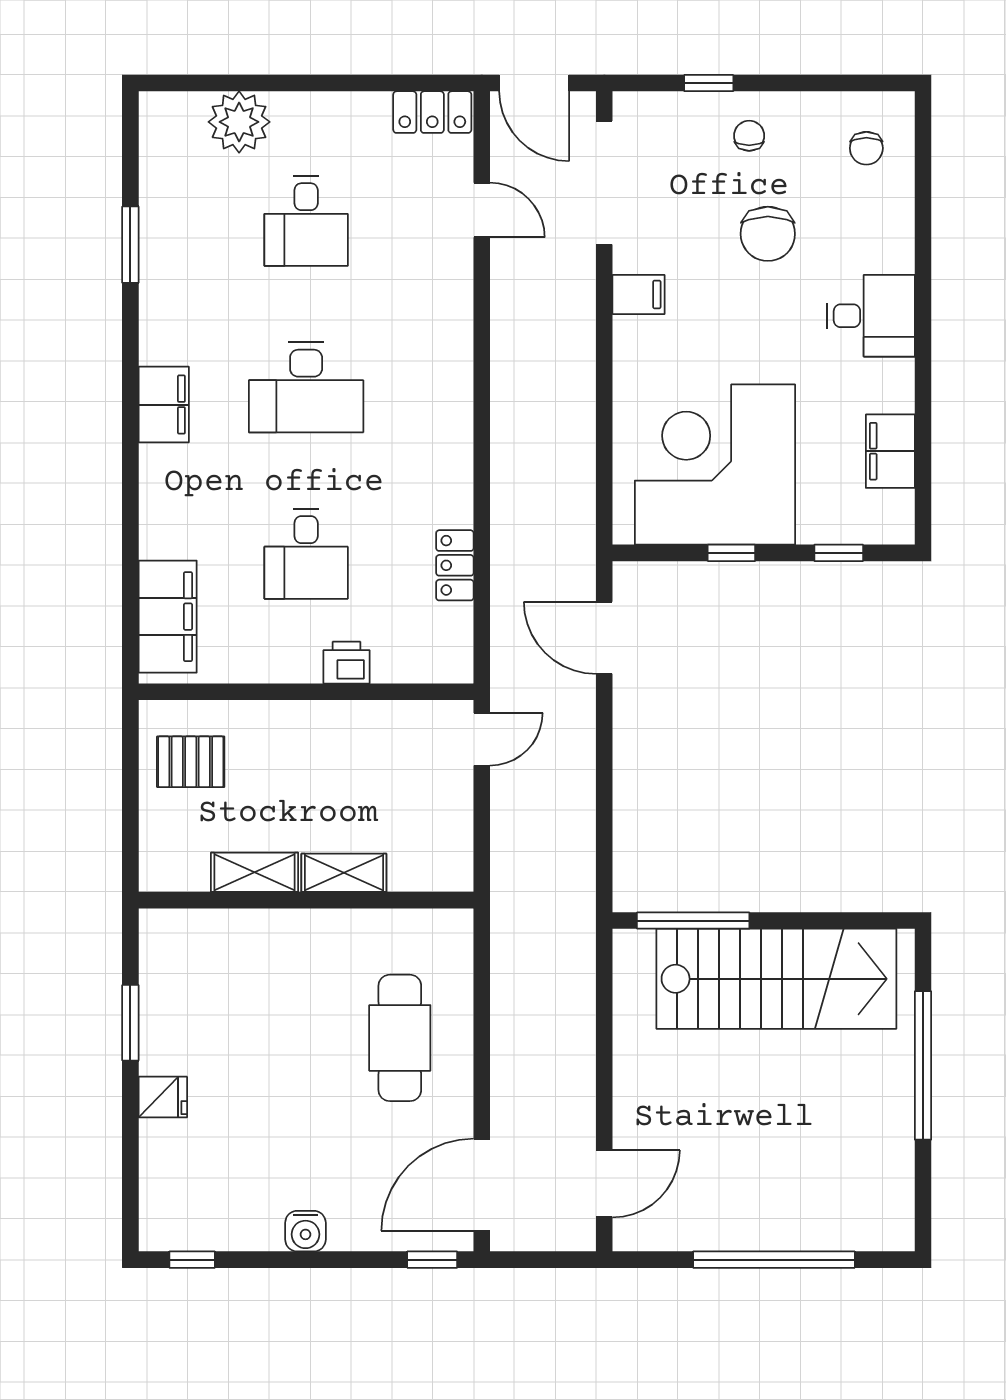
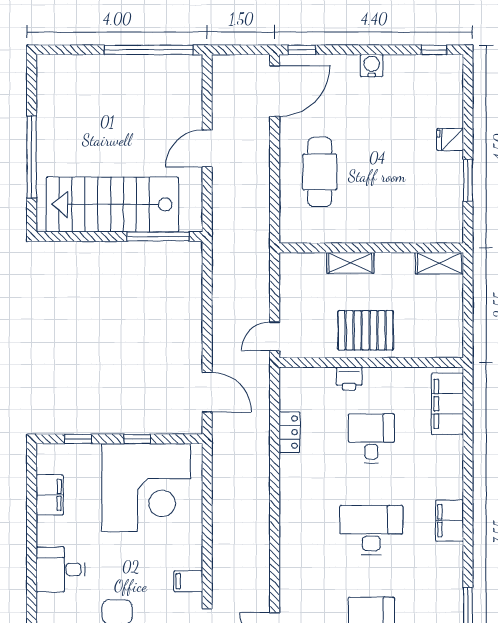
pallet: (191, 762) -> (366, 330), moved, width x1.50, depth x1.42
shelving: (255, 872) -> (439, 263), moved
door: (604, 1184) -> (207, 148), moved
window: (774, 1260) -> (149, 50), moved

